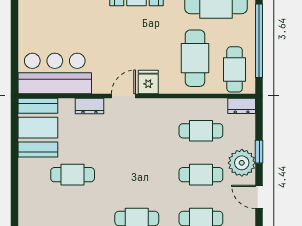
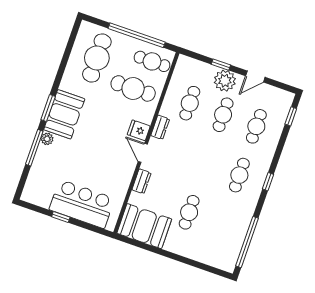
window: (15, 26) -> (61, 217), added
bar counter: (55, 73) -> (82, 204), moved, turned 90
dresser: (242, 106) -> (160, 127), moved

